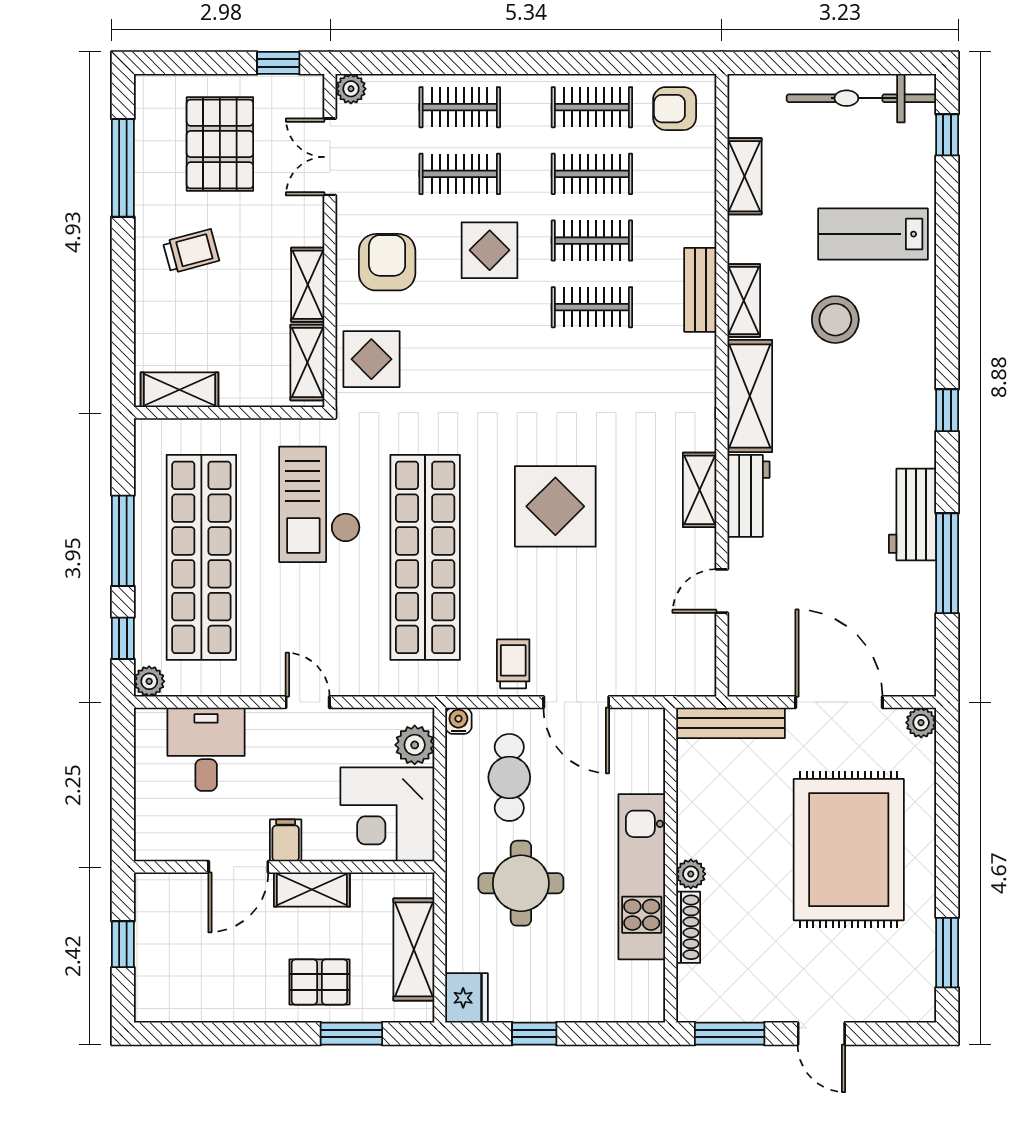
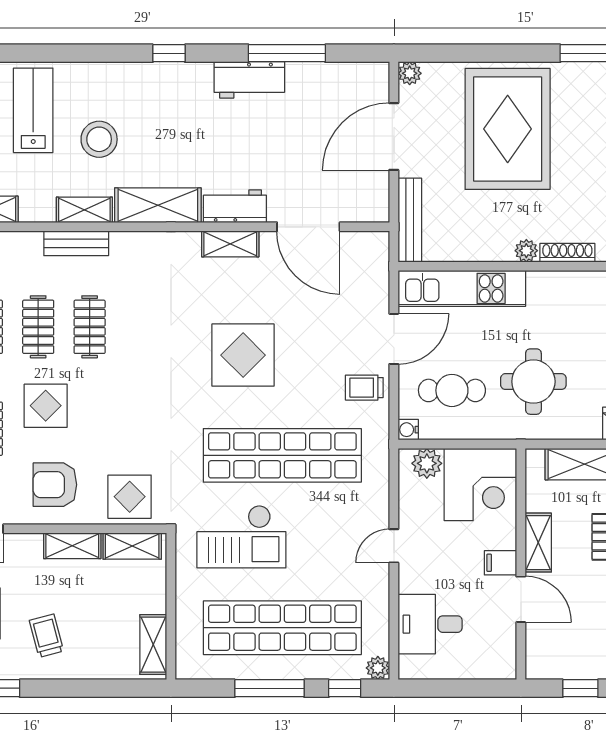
lab bench: (873, 234) -> (33, 110), turned 180
door: (722, 591) -> (308, 227), width x1.87
rug: (849, 850) -> (508, 129), turned 90
kitchen unit: (642, 877) -> (462, 288), moved

